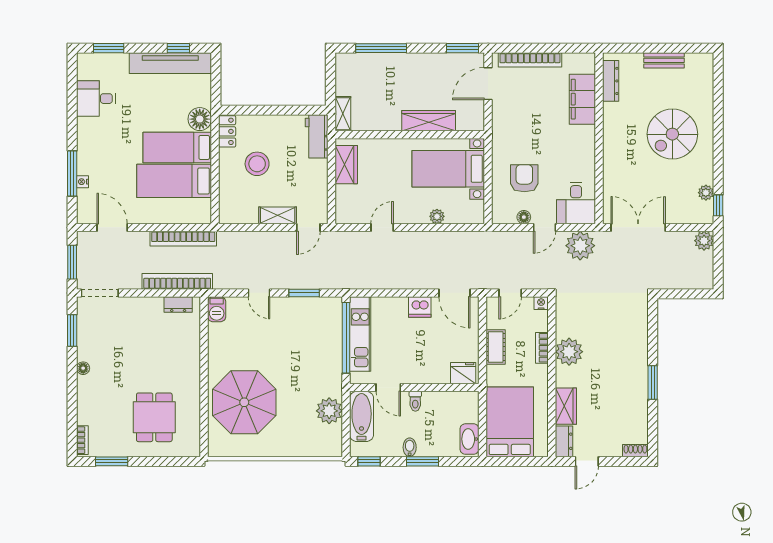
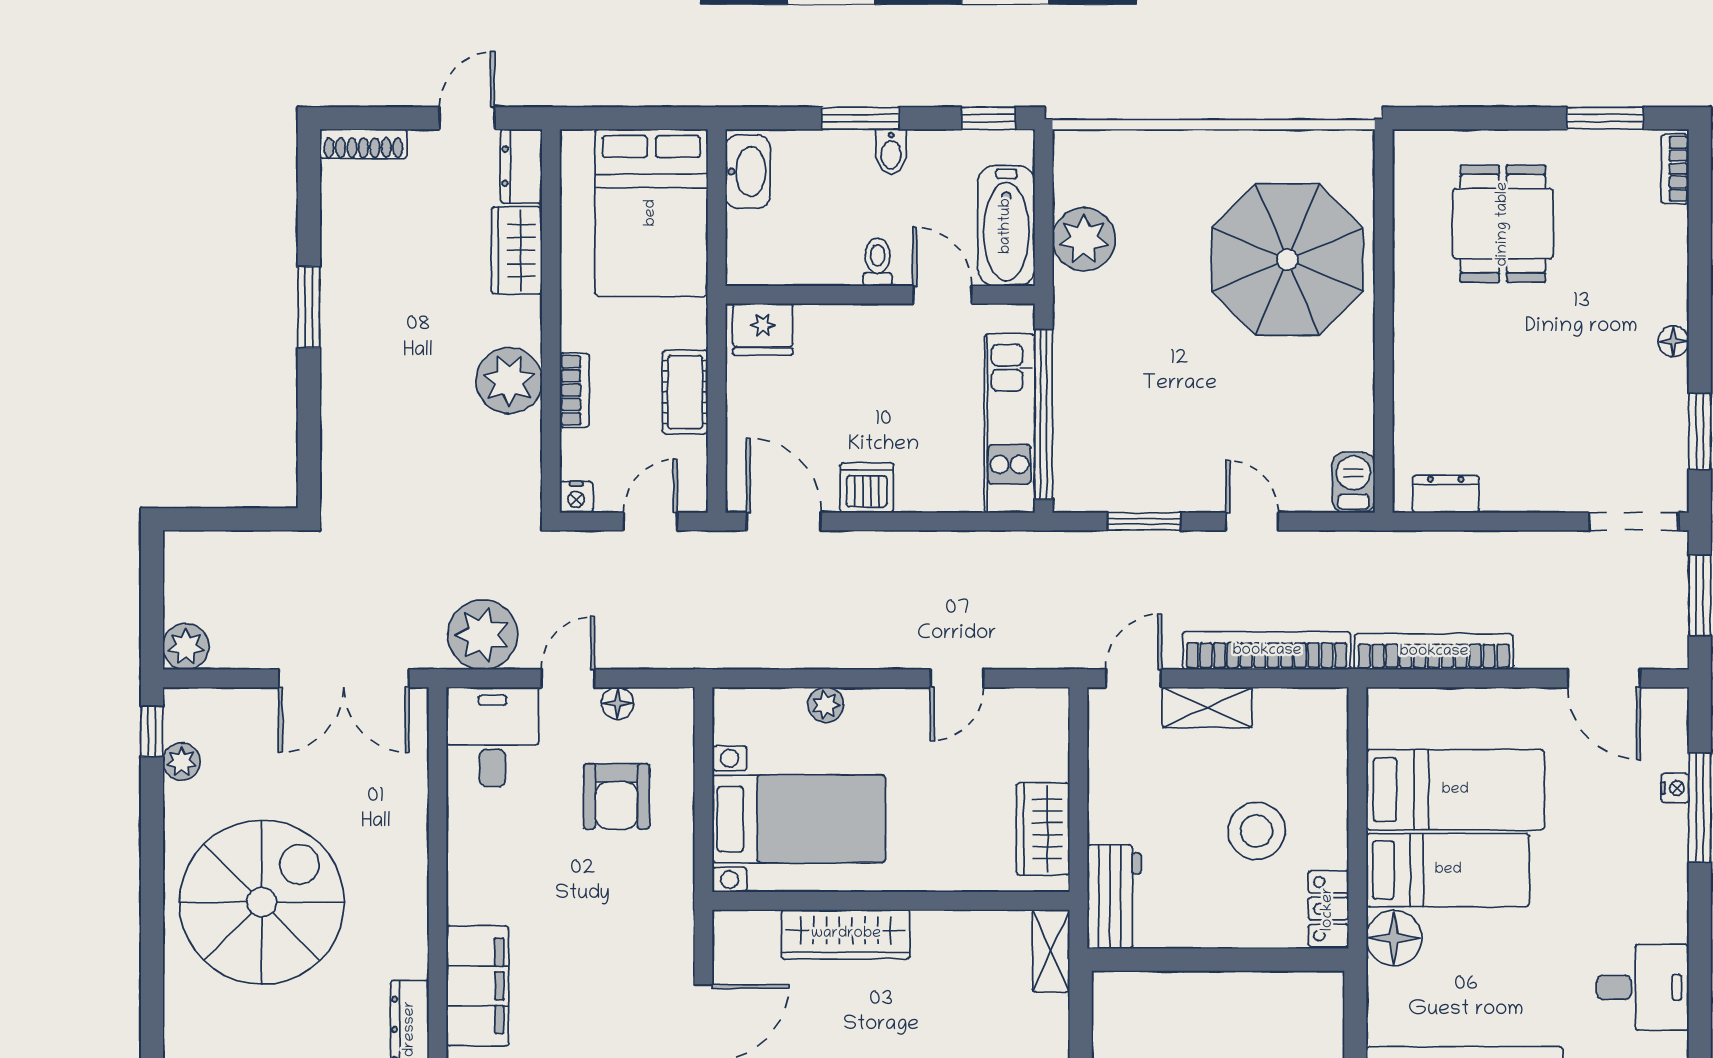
spiral stairs: (672, 134) -> (262, 902), width x1.37, depth x1.37
bookcase: (177, 281) -> (1267, 651), moved, turned 180
shoe rack: (635, 451) -> (363, 144), width x1.43

